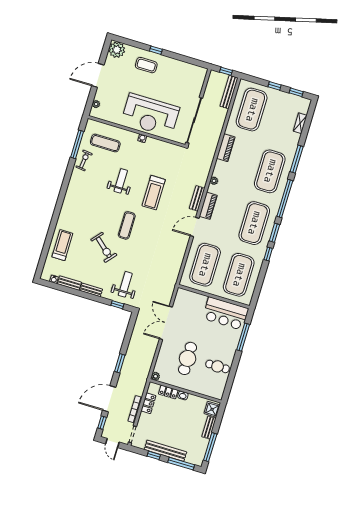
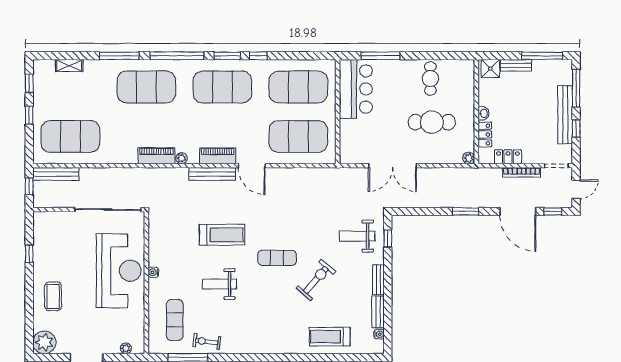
window: (156, 50) -> (29, 254), moved
piano: (226, 148) -> (156, 156), moved
bench: (197, 198) -> (212, 174), width x1.36

